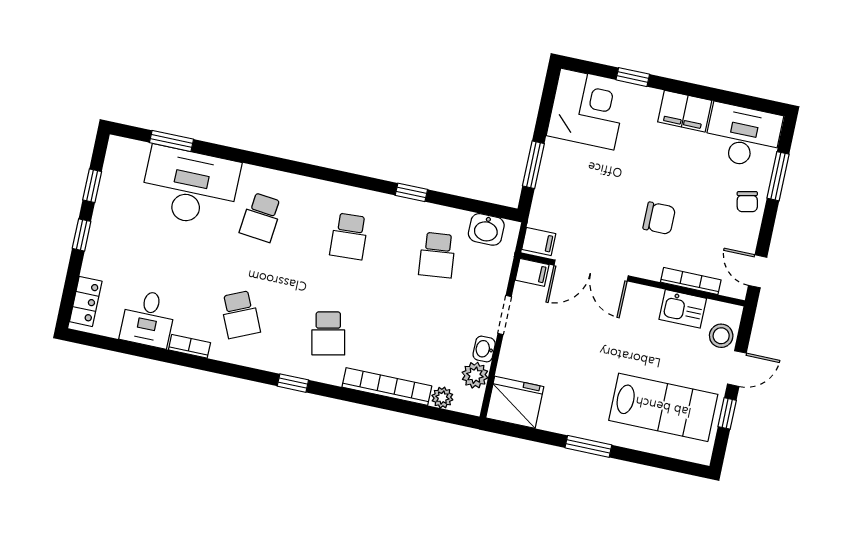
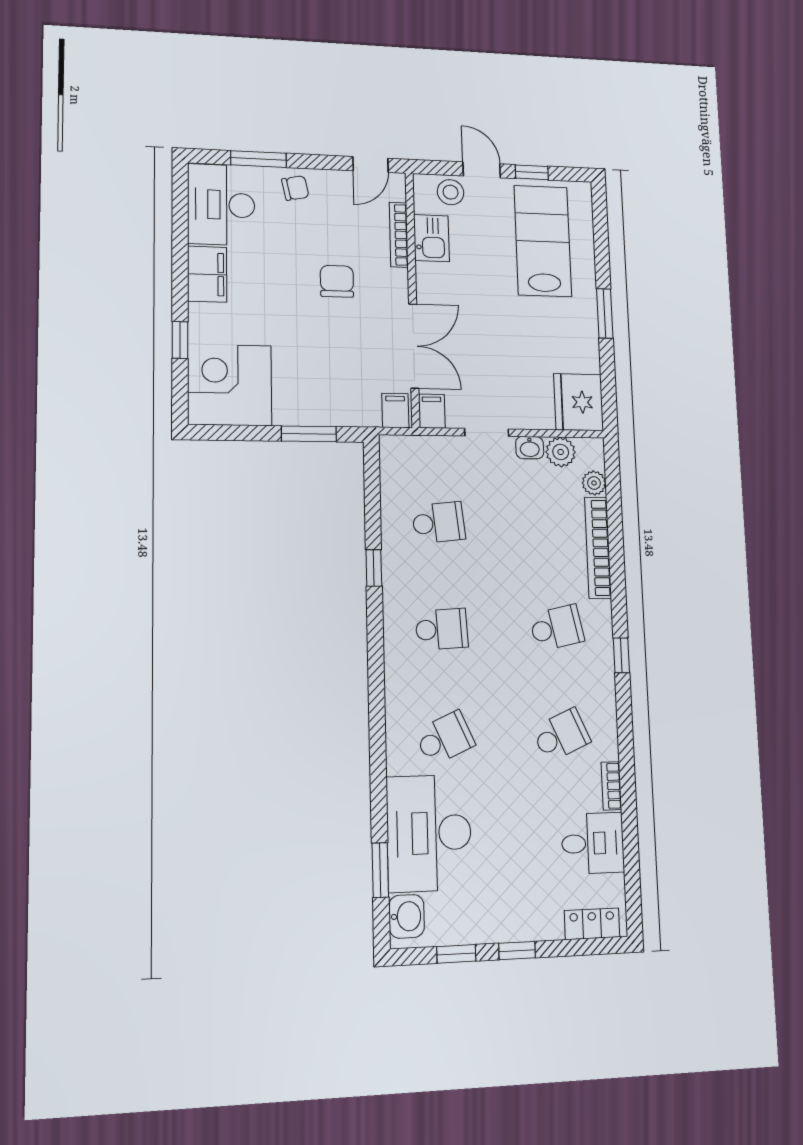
school desk: (261, 217) -> (445, 738), turned -30
washbasin: (486, 229) -> (407, 916), moved

